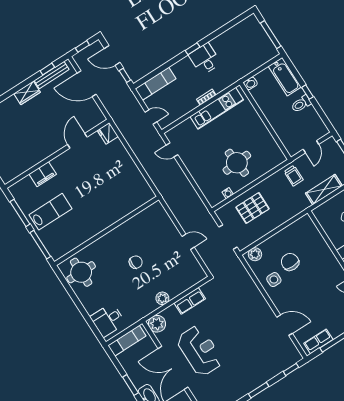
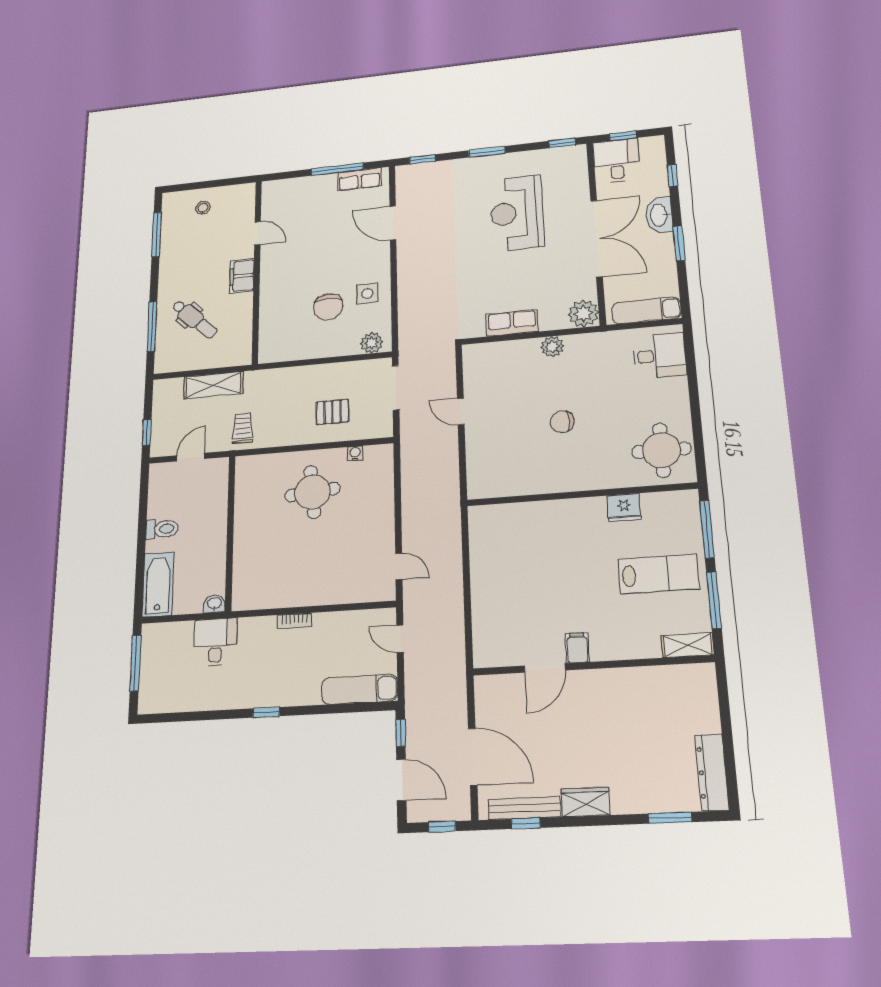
desk: (205, 59) -> (215, 642), moved, turned 180
window: (308, 92) -> (141, 542), removed
kitchen unit: (217, 108) -> (289, 594), removed
fridge: (108, 133) -> (624, 508), moved, turned 90
filing cabinet: (43, 174) -> (577, 648), moved, width x0.50
shelving: (21, 186) -> (688, 645), added
pallet: (252, 208) -> (332, 412), width x0.67, depth x0.71
lab bench: (51, 212) -> (659, 574), turned 180
reception desk: (200, 351) -> (517, 213), moved

